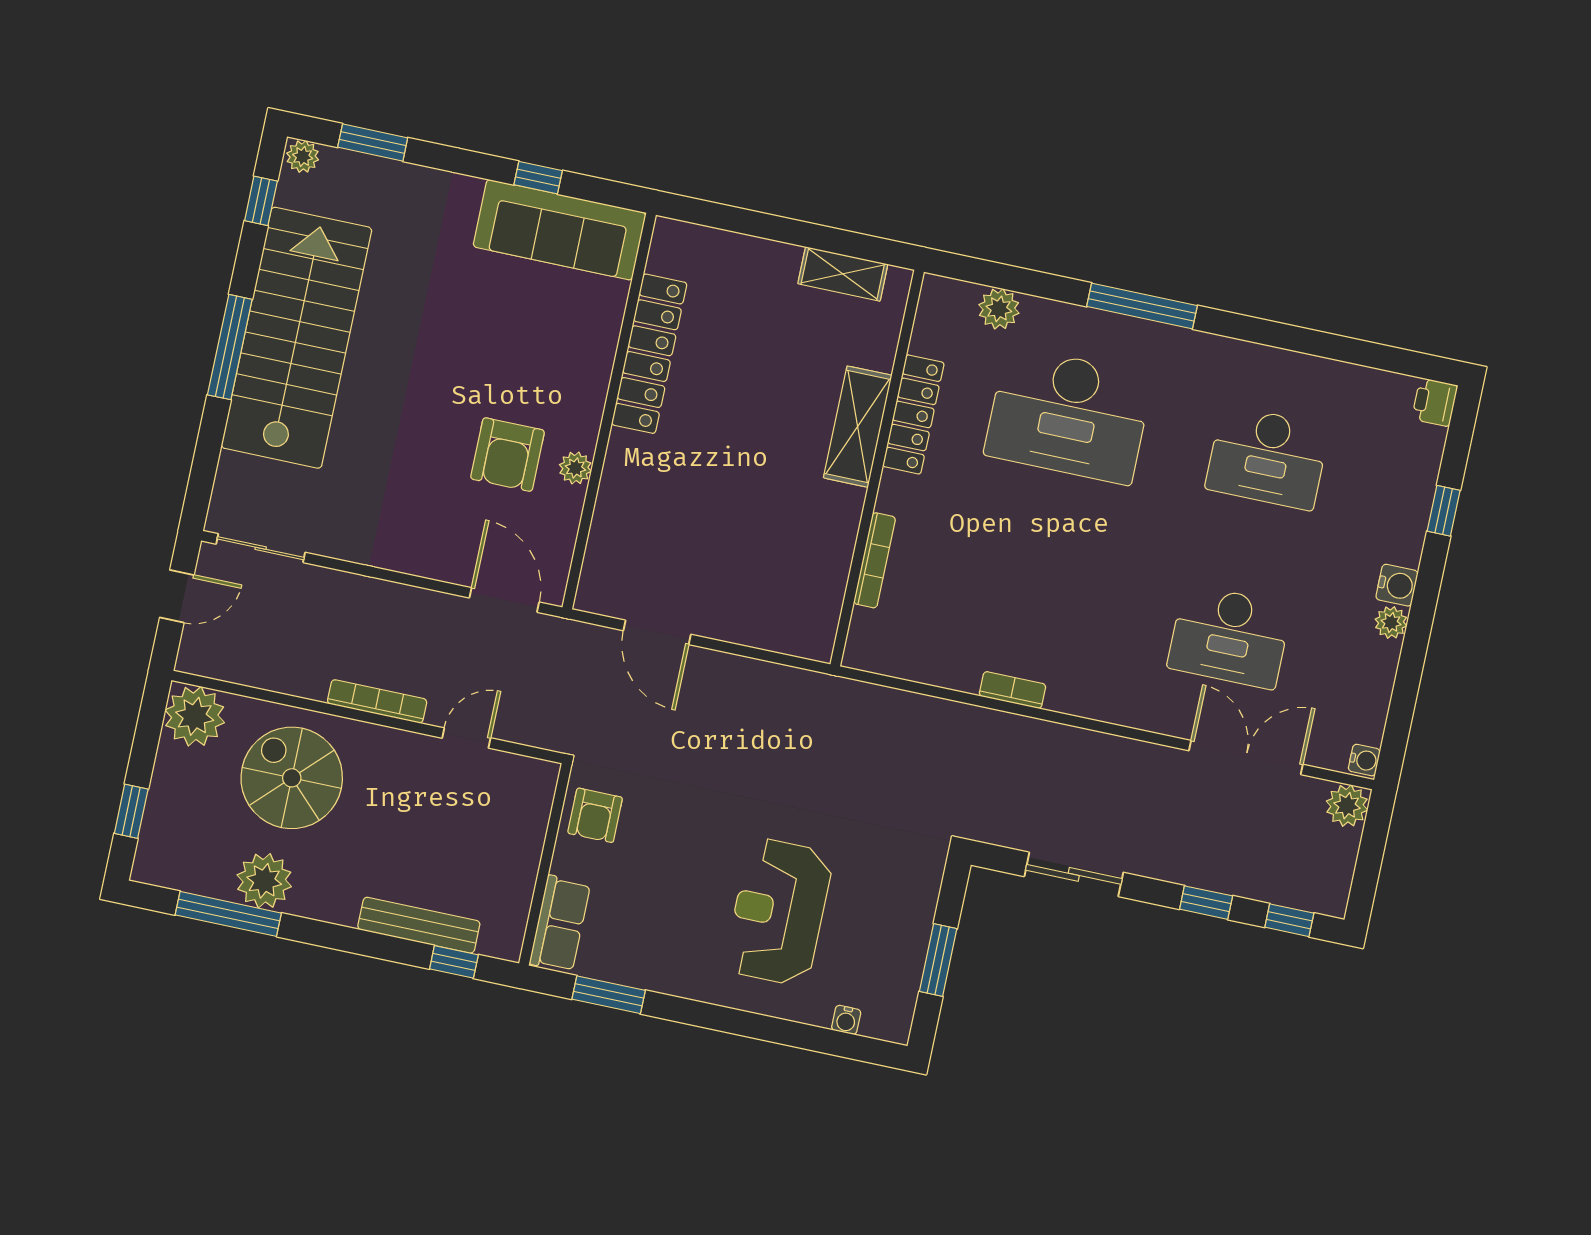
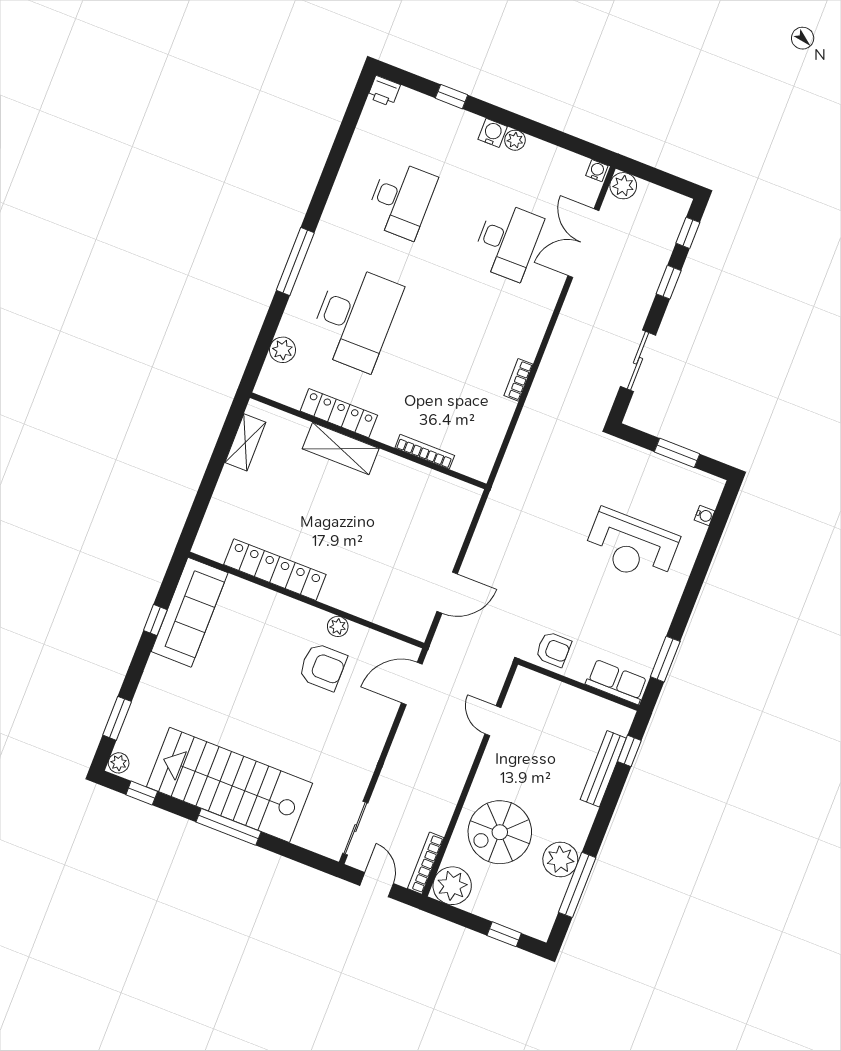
bookcase: (377, 701) -> (426, 863), moved

